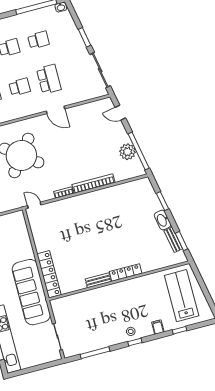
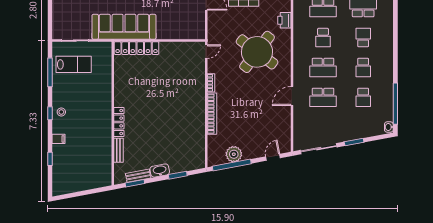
school desk: (20, 87) -> (323, 67), width x1.85
bench: (98, 280) -> (118, 150), moved
lab bench: (182, 296) -> (74, 64), moved, width x0.73, depth x0.72

